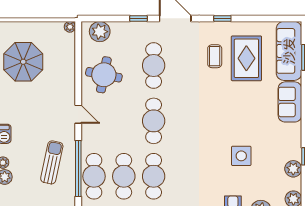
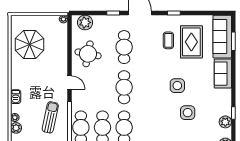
side table: (227, 119) -> (177, 86), added

